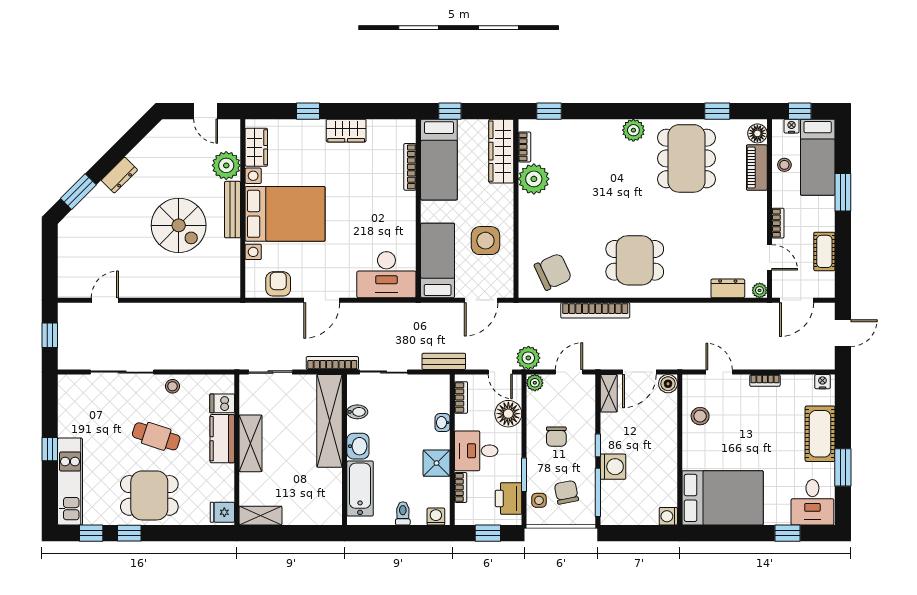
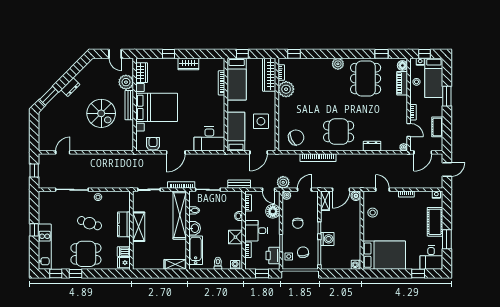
dresser: (728, 288) -> (372, 146), moved
dishwasher: (222, 403) -> (124, 252), moved
shelving: (261, 516) -> (175, 264), moved

